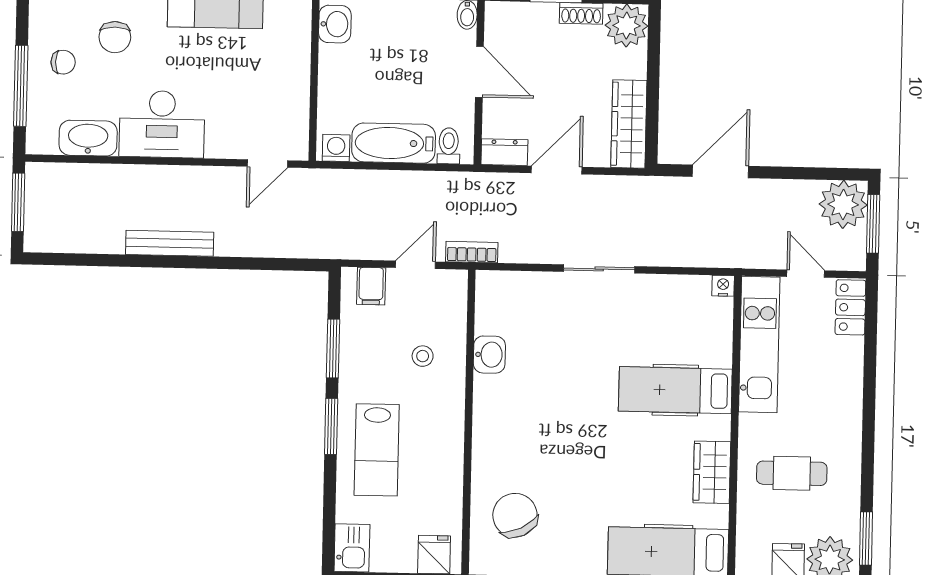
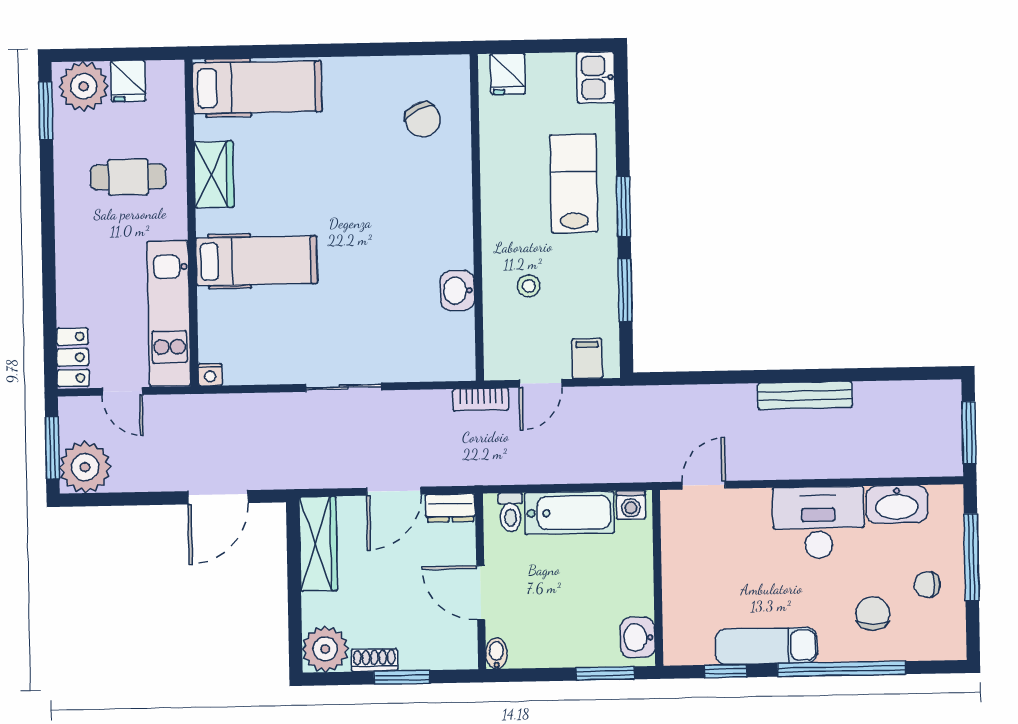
chair: (515, 515) -> (423, 120), width x0.73, depth x0.73

